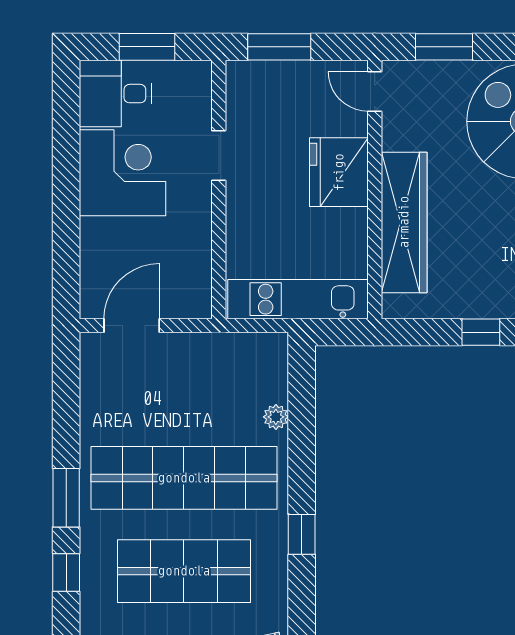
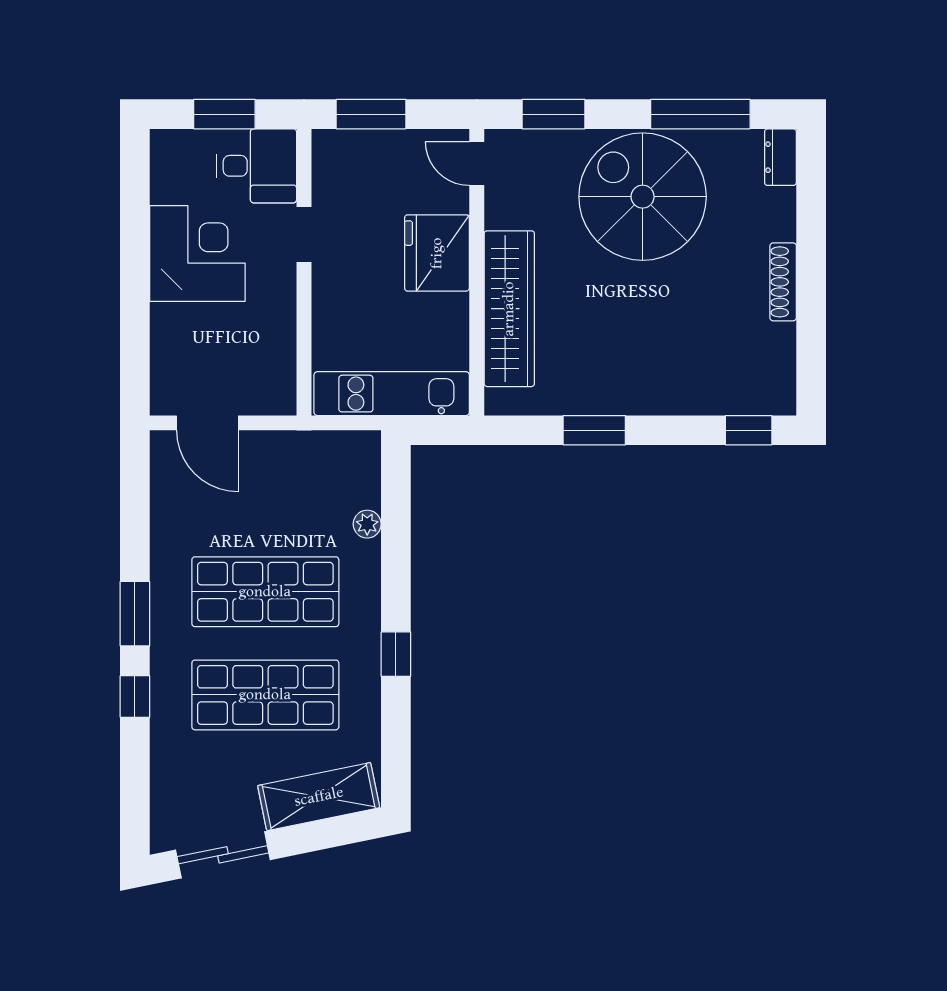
desk: (115, 94) -> (257, 166), moved, turned 180
door: (132, 326) -> (207, 423), swing flipped
window: (481, 332) -> (594, 430), width x1.50
shop shelf: (184, 478) -> (265, 592), width x0.71

